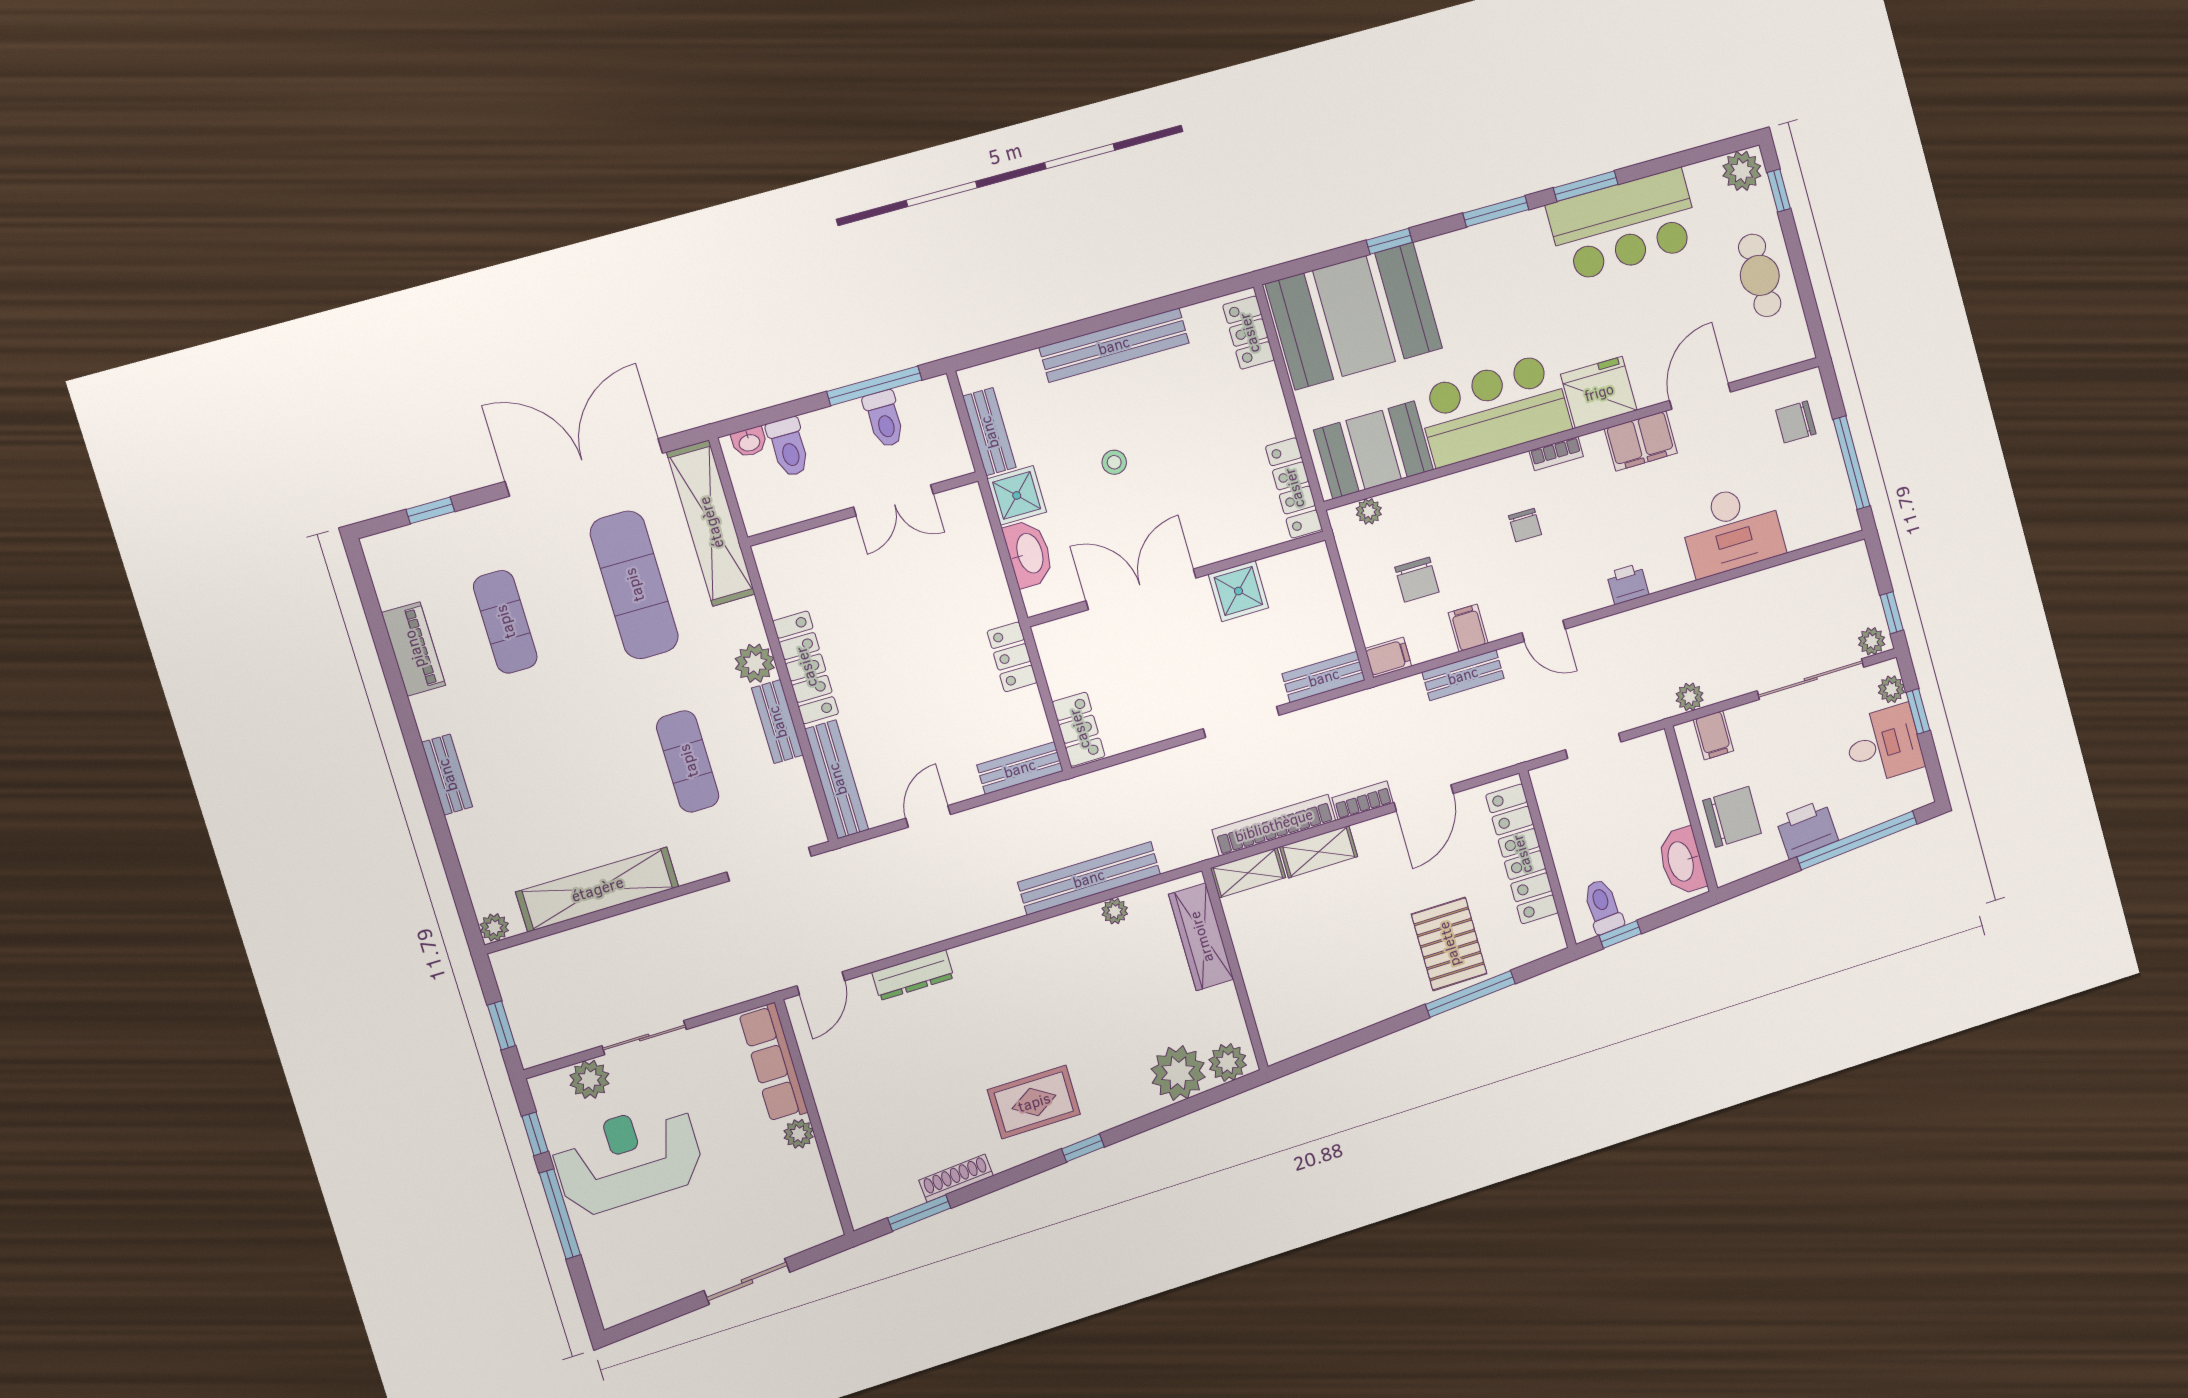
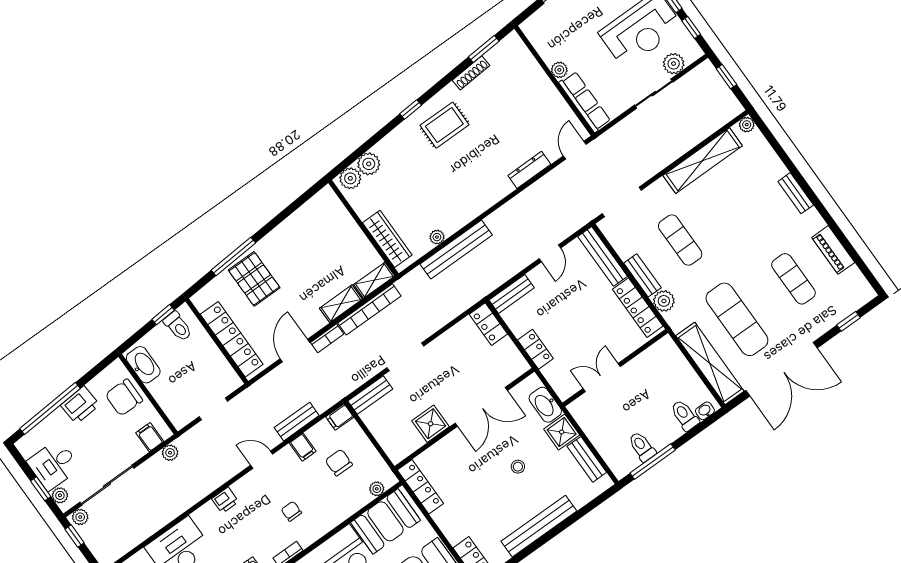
double door: (893, 500) -> (602, 377), moved
wall: (863, 509) -> (615, 368), moved
plant: (1178, 1073) -> (369, 164), width x0.73, depth x0.73

